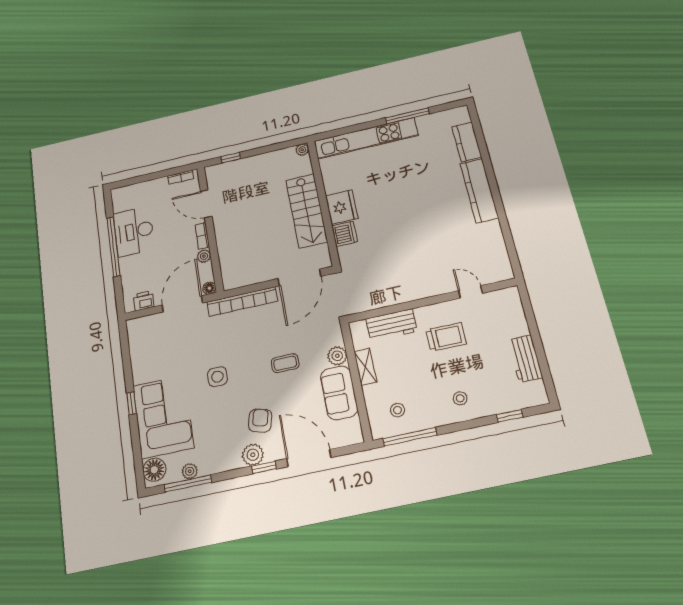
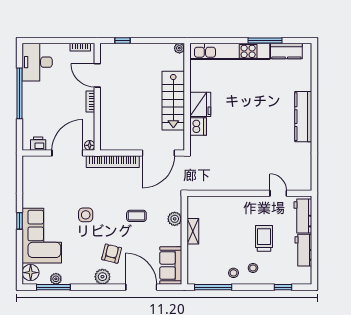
kitchen counter: (467, 142) -> (286, 51), moved, turned -90
desk: (134, 231) -> (37, 62), moved
plant: (204, 256) -> (89, 119), removed
workbench: (391, 325) -> (303, 216), moved, turned 90
trolley: (446, 337) -> (264, 238), moved, turned -90
sofa: (339, 393) -> (171, 265), moved
stool: (398, 410) -> (234, 273), moved
window: (264, 467) -> (109, 287), removed

